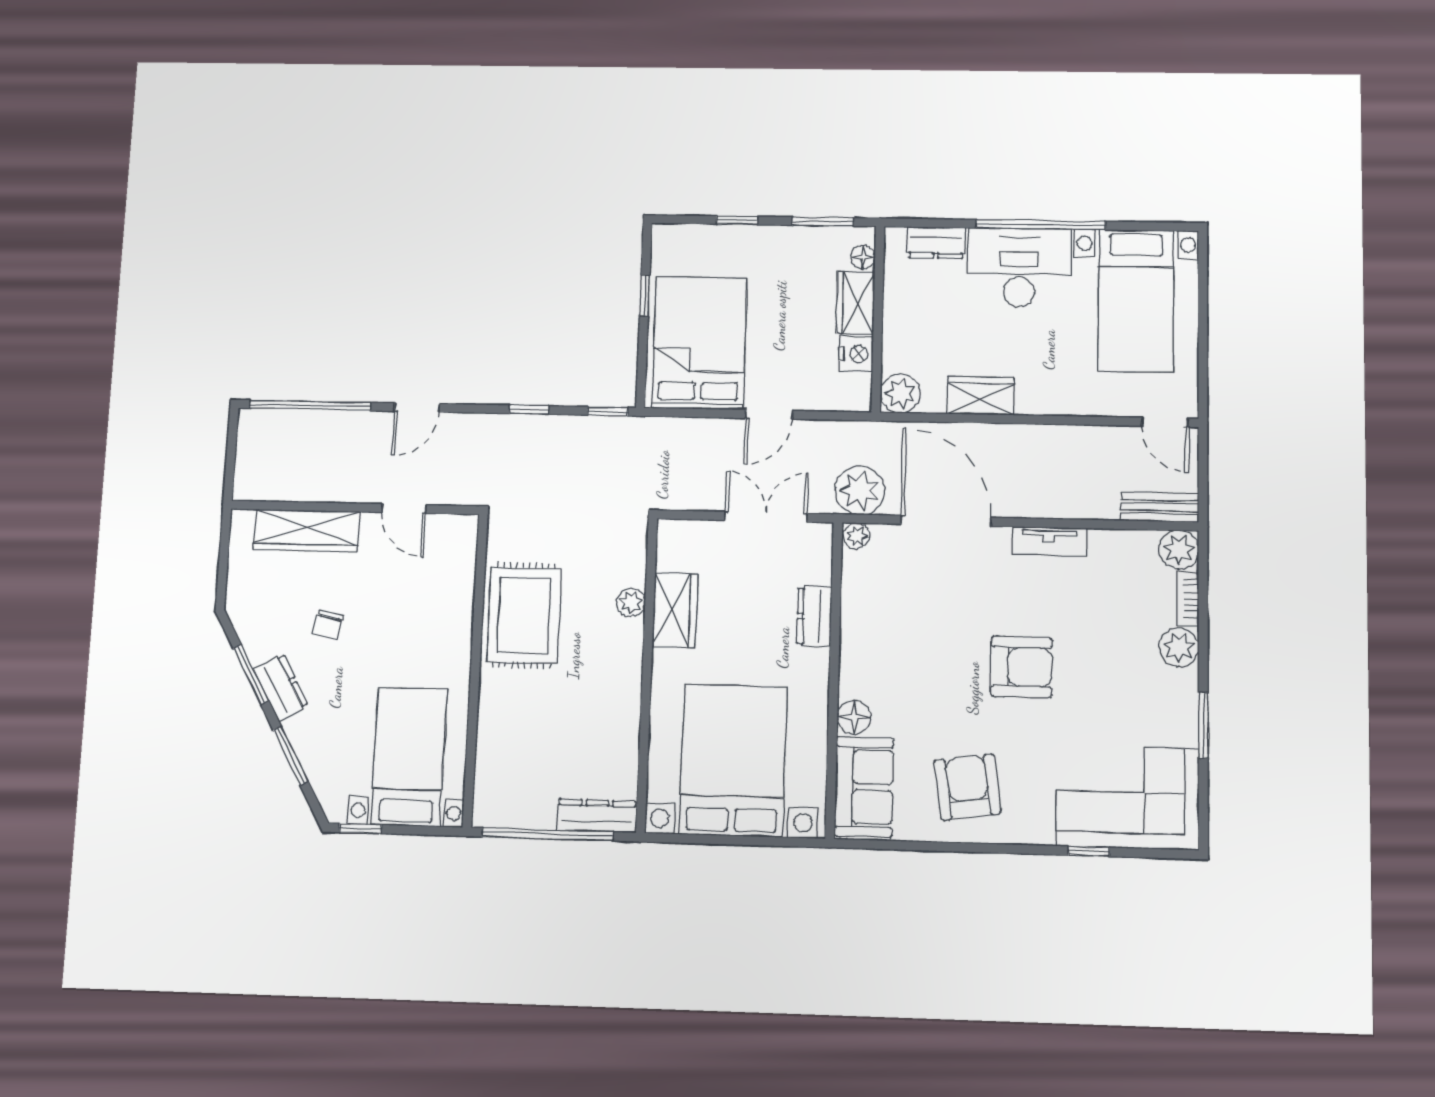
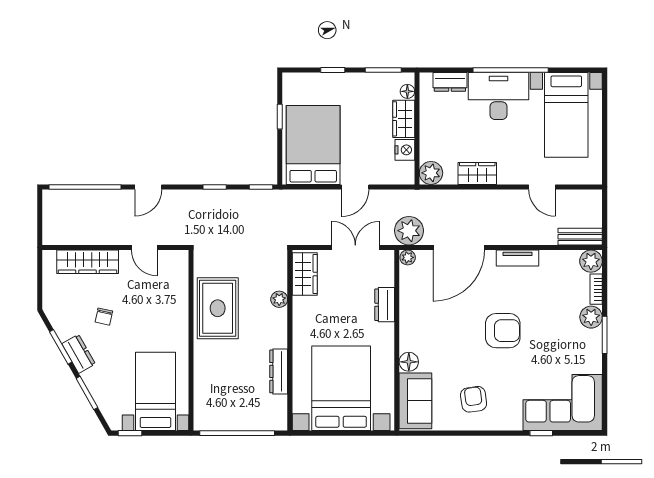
door: (1165, 422) -> (542, 187), moved
door: (946, 521) -> (459, 247), swing flipped
wardrobe: (675, 610) -> (305, 274), moved
window: (1203, 725) -> (605, 335), moved
armchair: (968, 787) -> (474, 399), width x0.72, depth x0.72
dresser: (597, 816) -> (279, 371), moved, turned -90

